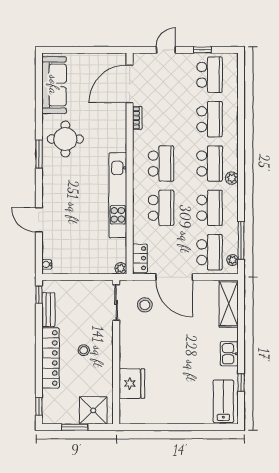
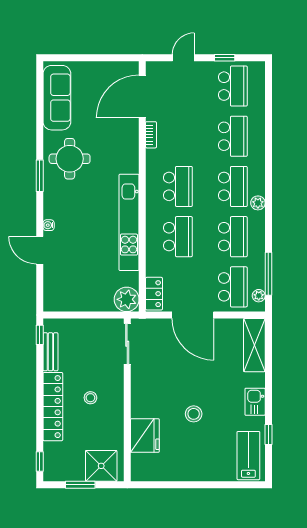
water cooler: (47, 264) -> (49, 225), moved
plant: (121, 268) -> (127, 299), width x1.88, depth x1.88
stool: (145, 305) -> (194, 414), moved

